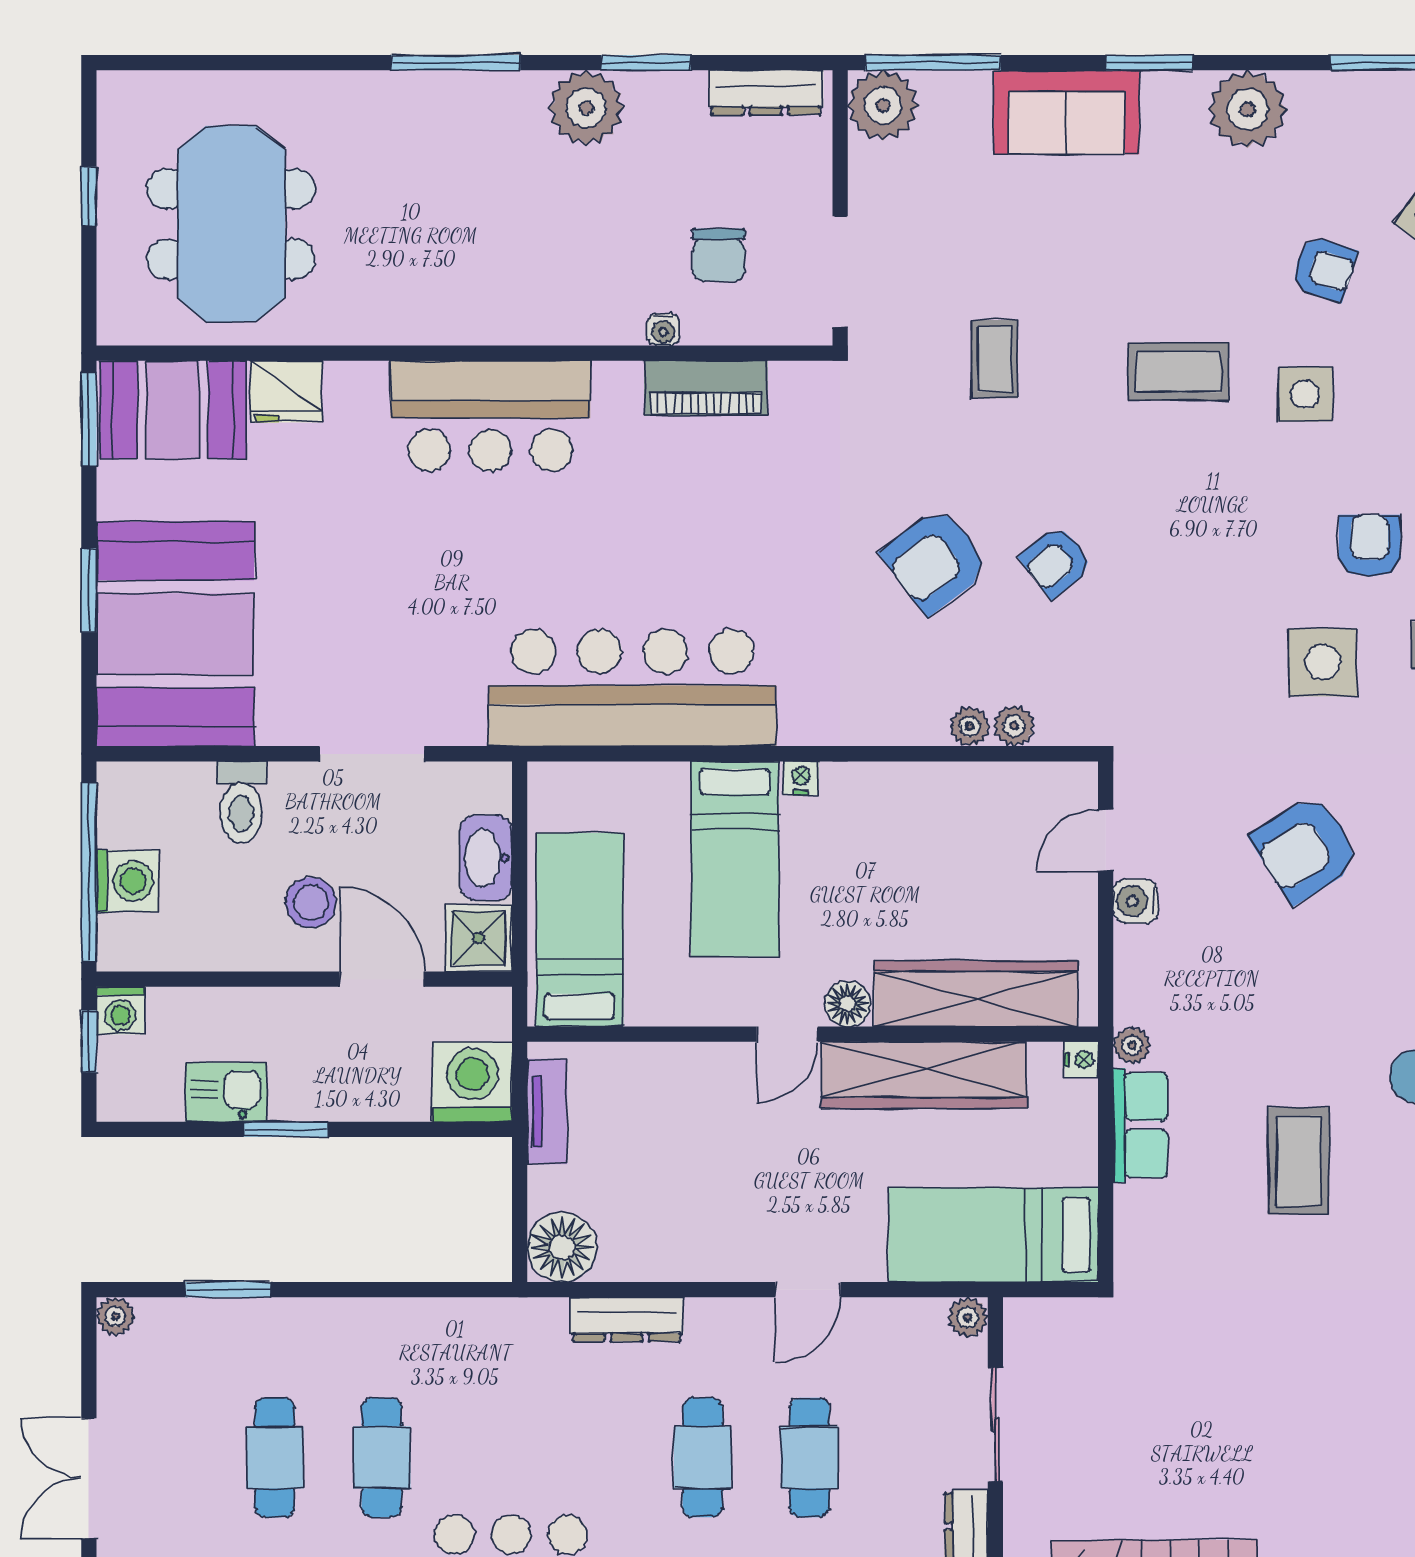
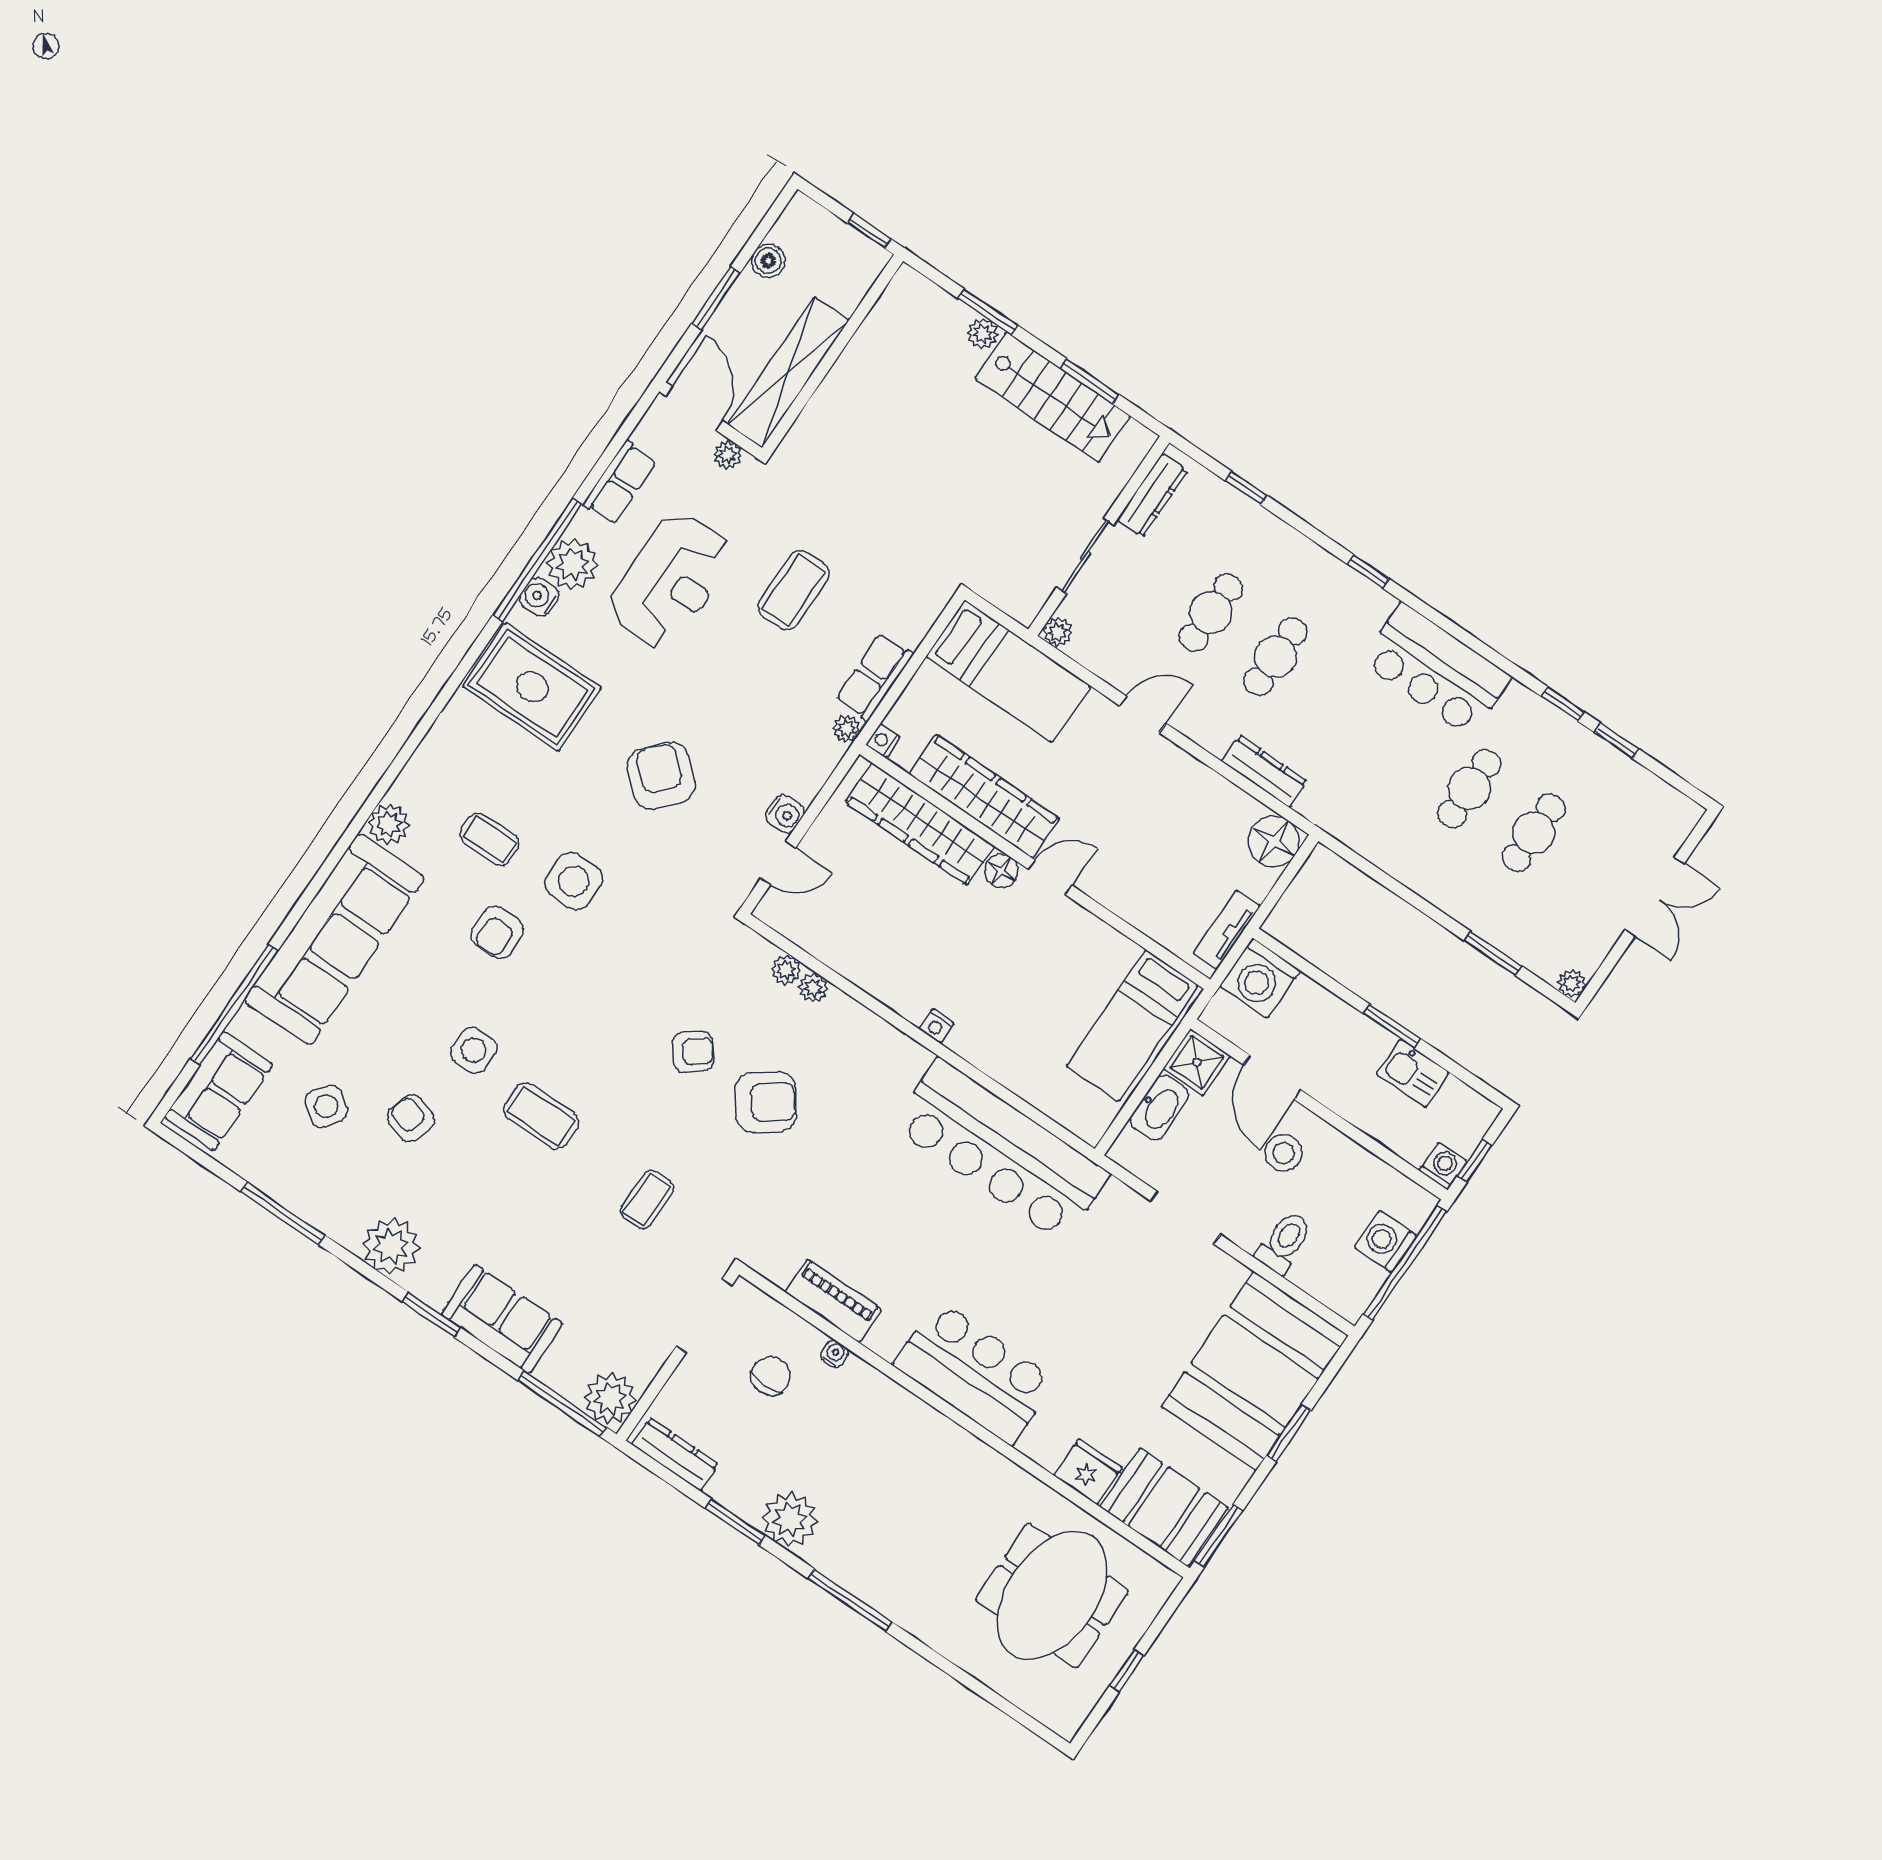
armchair: (1305, 849) -> (661, 776), turned -107
bed: (735, 859) -> (1009, 1005), removed

